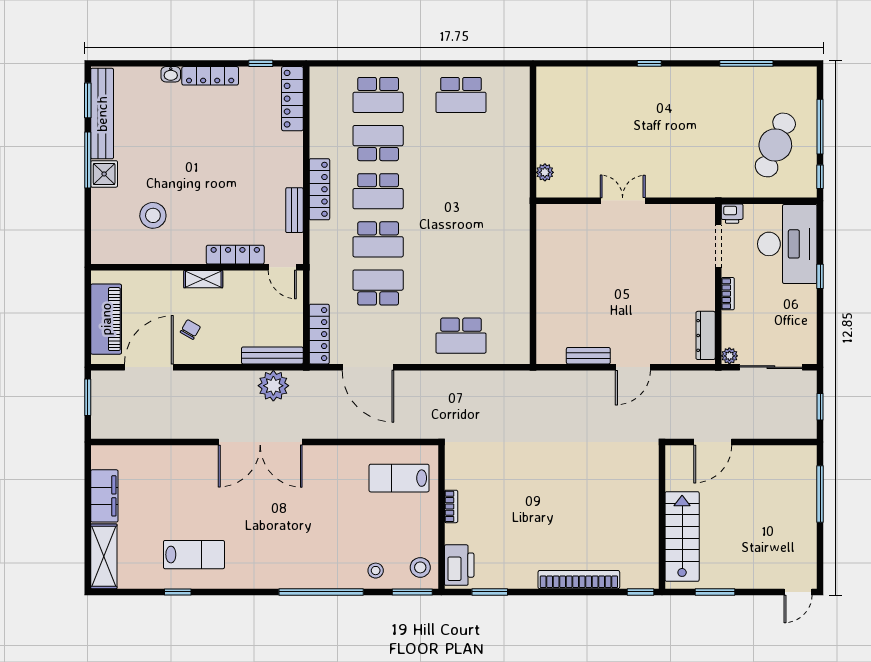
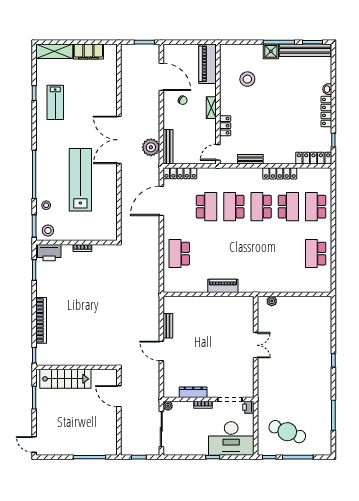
locker: (319, 189) -> (280, 173), moved
locker: (235, 255) -> (225, 126), width x0.66
piano: (518, 259) -> (223, 286), added
piano: (106, 319) -> (208, 64), moved, turned 90
dresser: (706, 335) -> (193, 392), moved
lab bench: (399, 478) -> (80, 180), moved, width x1.86, depth x1.39

